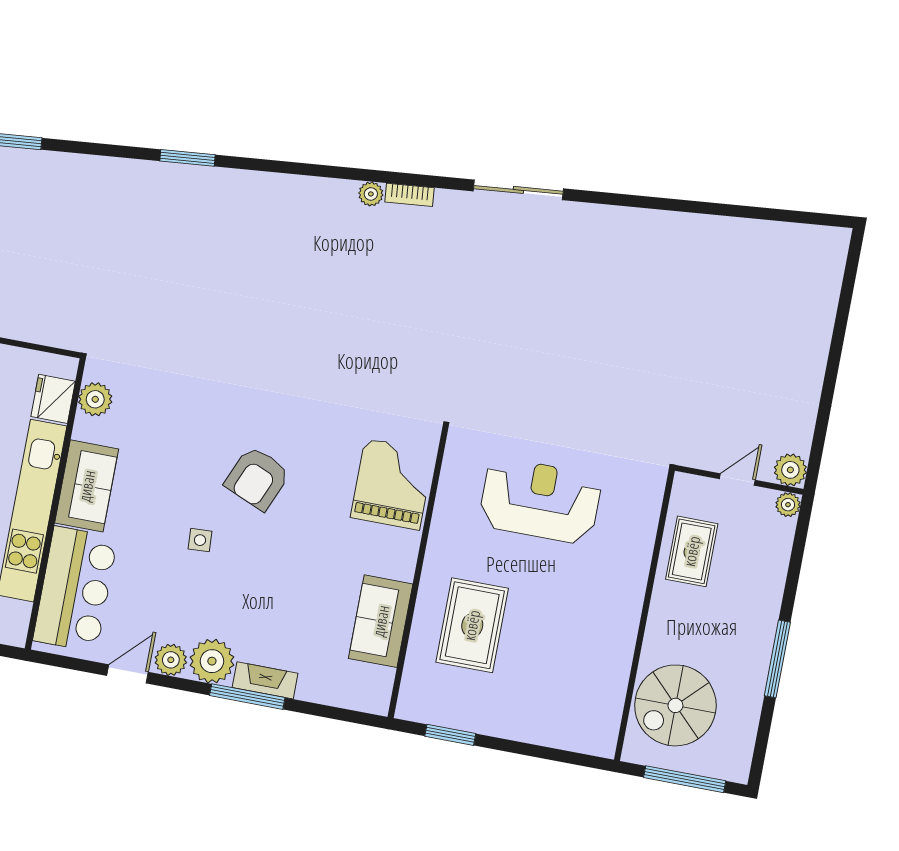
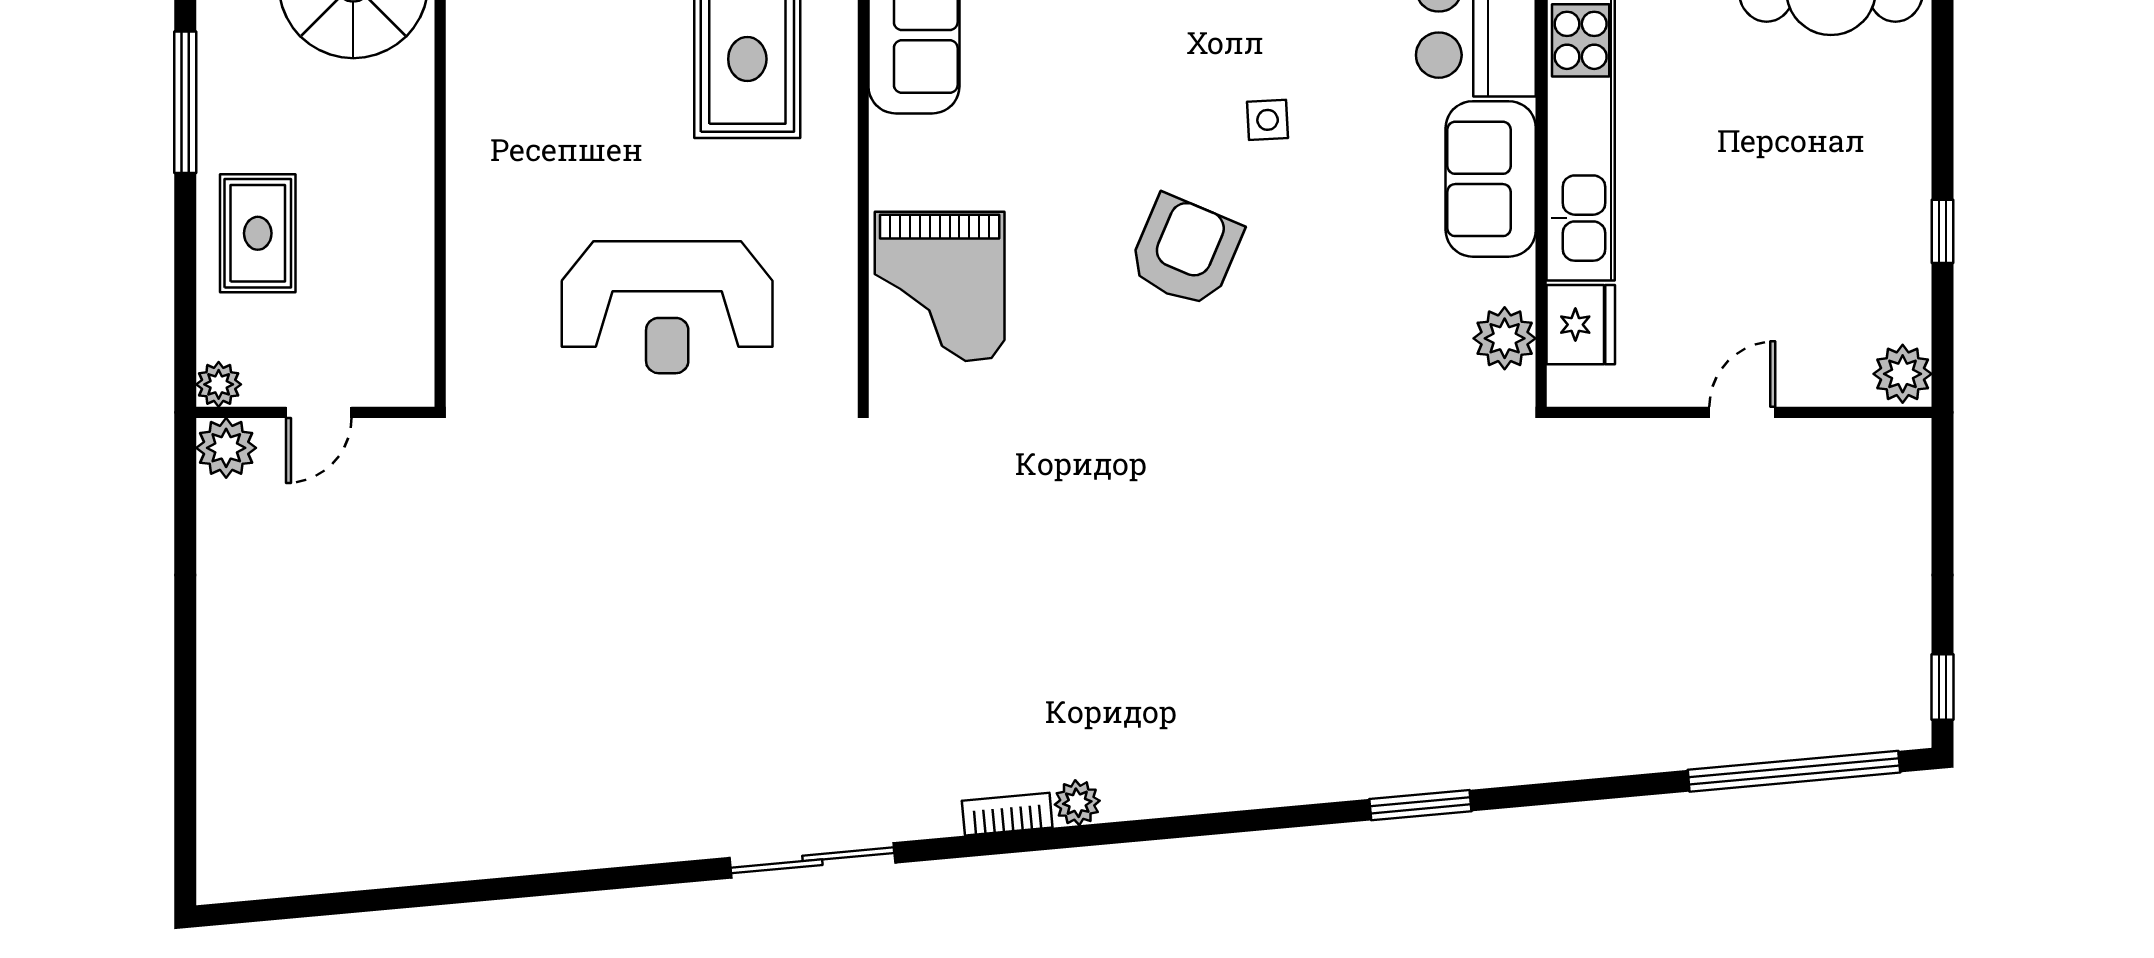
rug: (692, 551) -> (258, 233), moved

